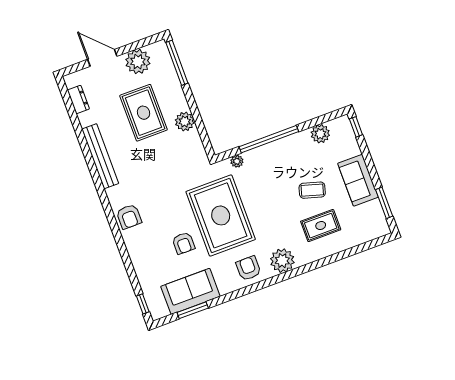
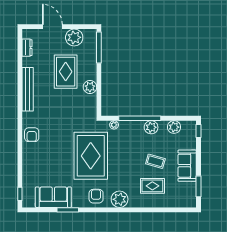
plant: (289, 146) -> (151, 127), added
armchair: (183, 243) -> (60, 165), removed
window: (193, 310) -> (68, 210), moved

